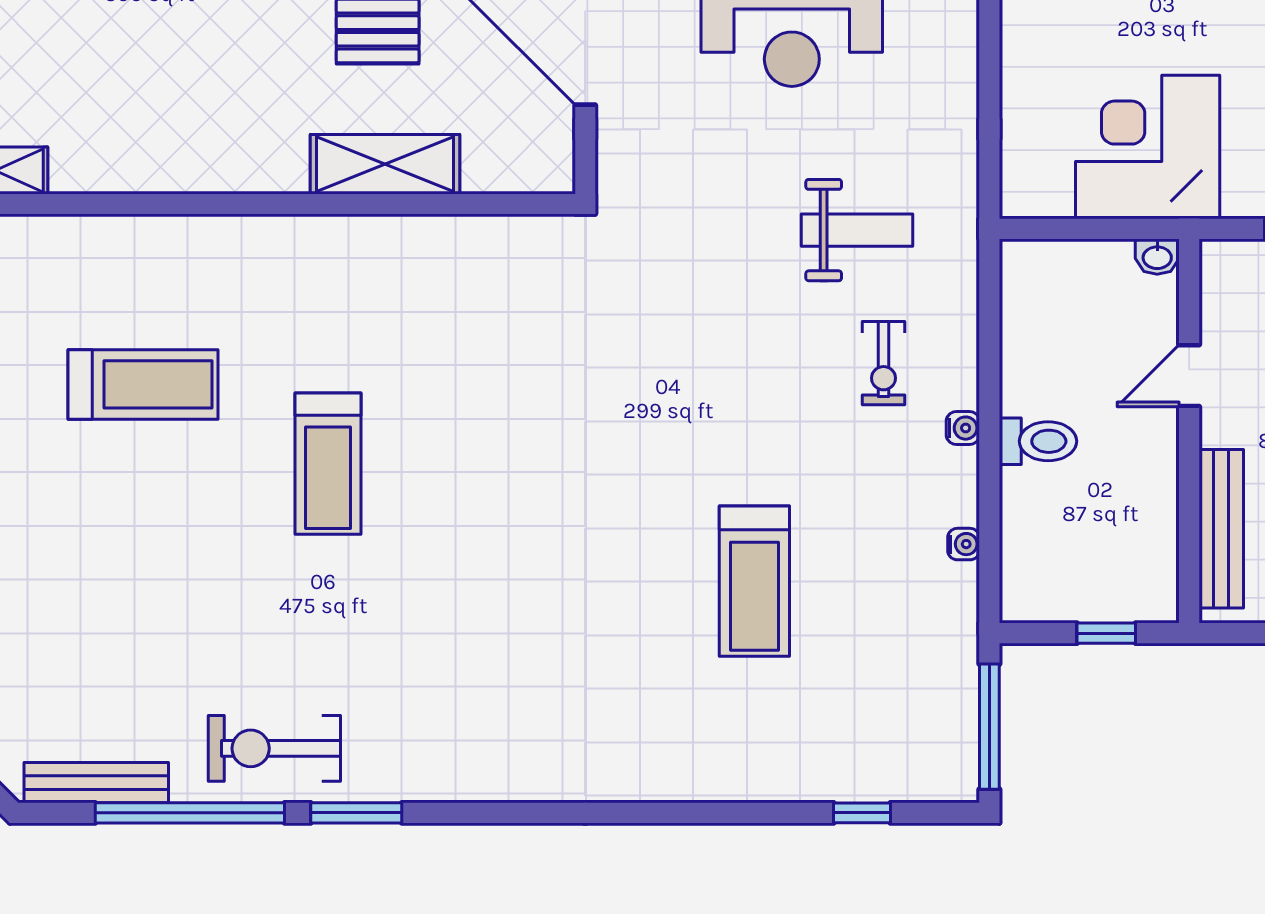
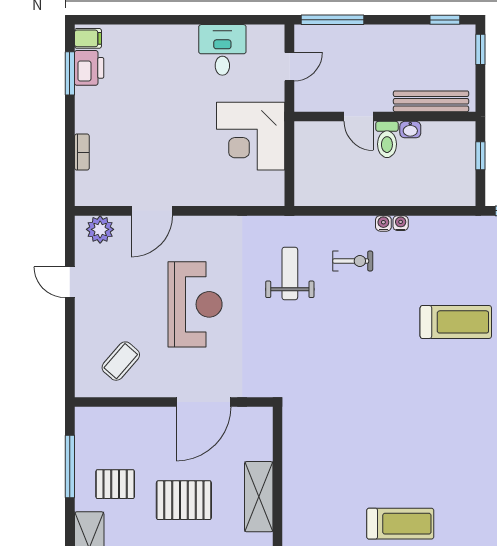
washbasin: (1157, 257) -> (410, 130), moved, turned 90
toilet: (1038, 441) -> (387, 139), moved, turned 180
water cooler: (964, 544) -> (401, 223), moved

